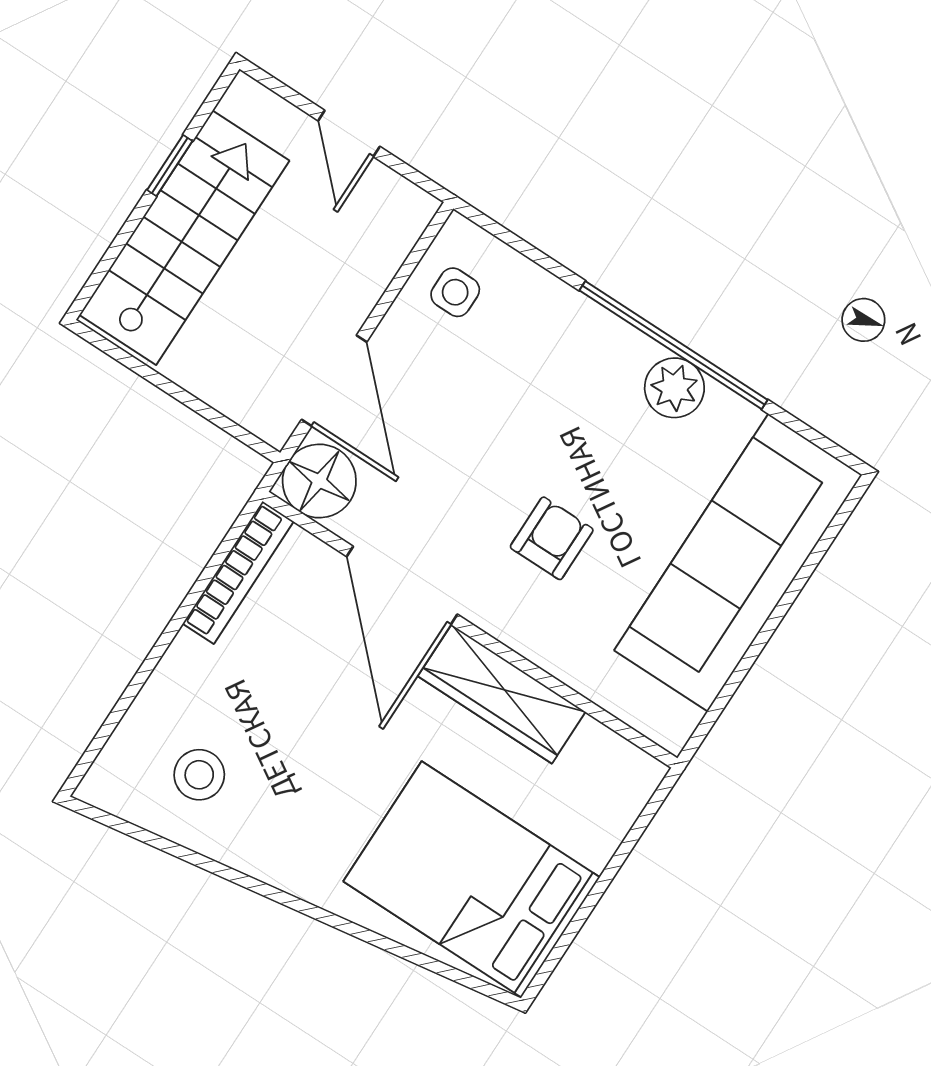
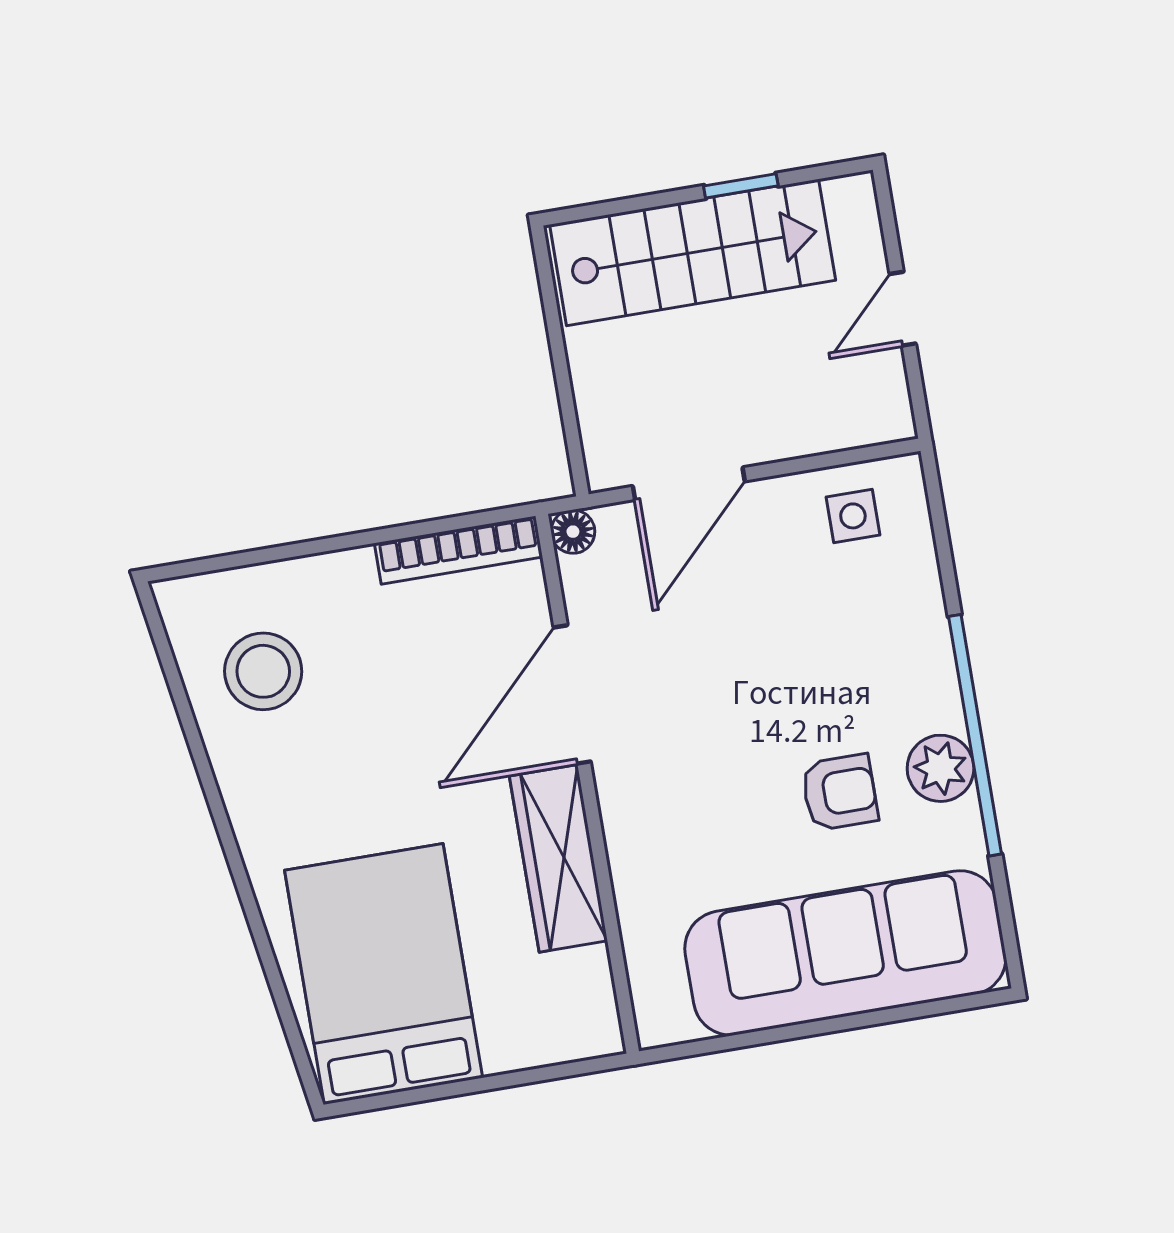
floor lamp: (319, 481) -> (573, 532), width x0.53, depth x0.53
armchair: (552, 538) -> (840, 792), moved
stool: (199, 775) -> (263, 671), width x1.38, depth x1.38

